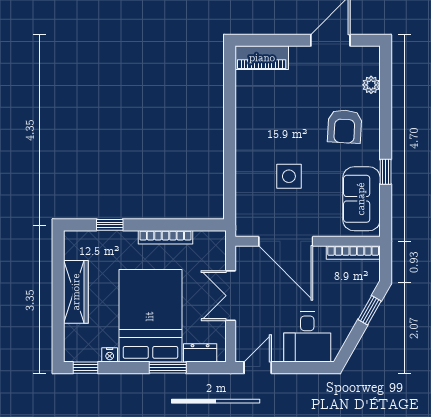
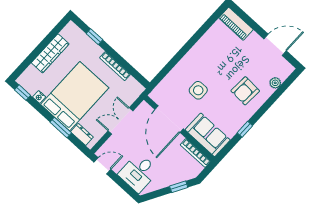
sofa: (361, 199) -> (208, 135), moved, turned 90

